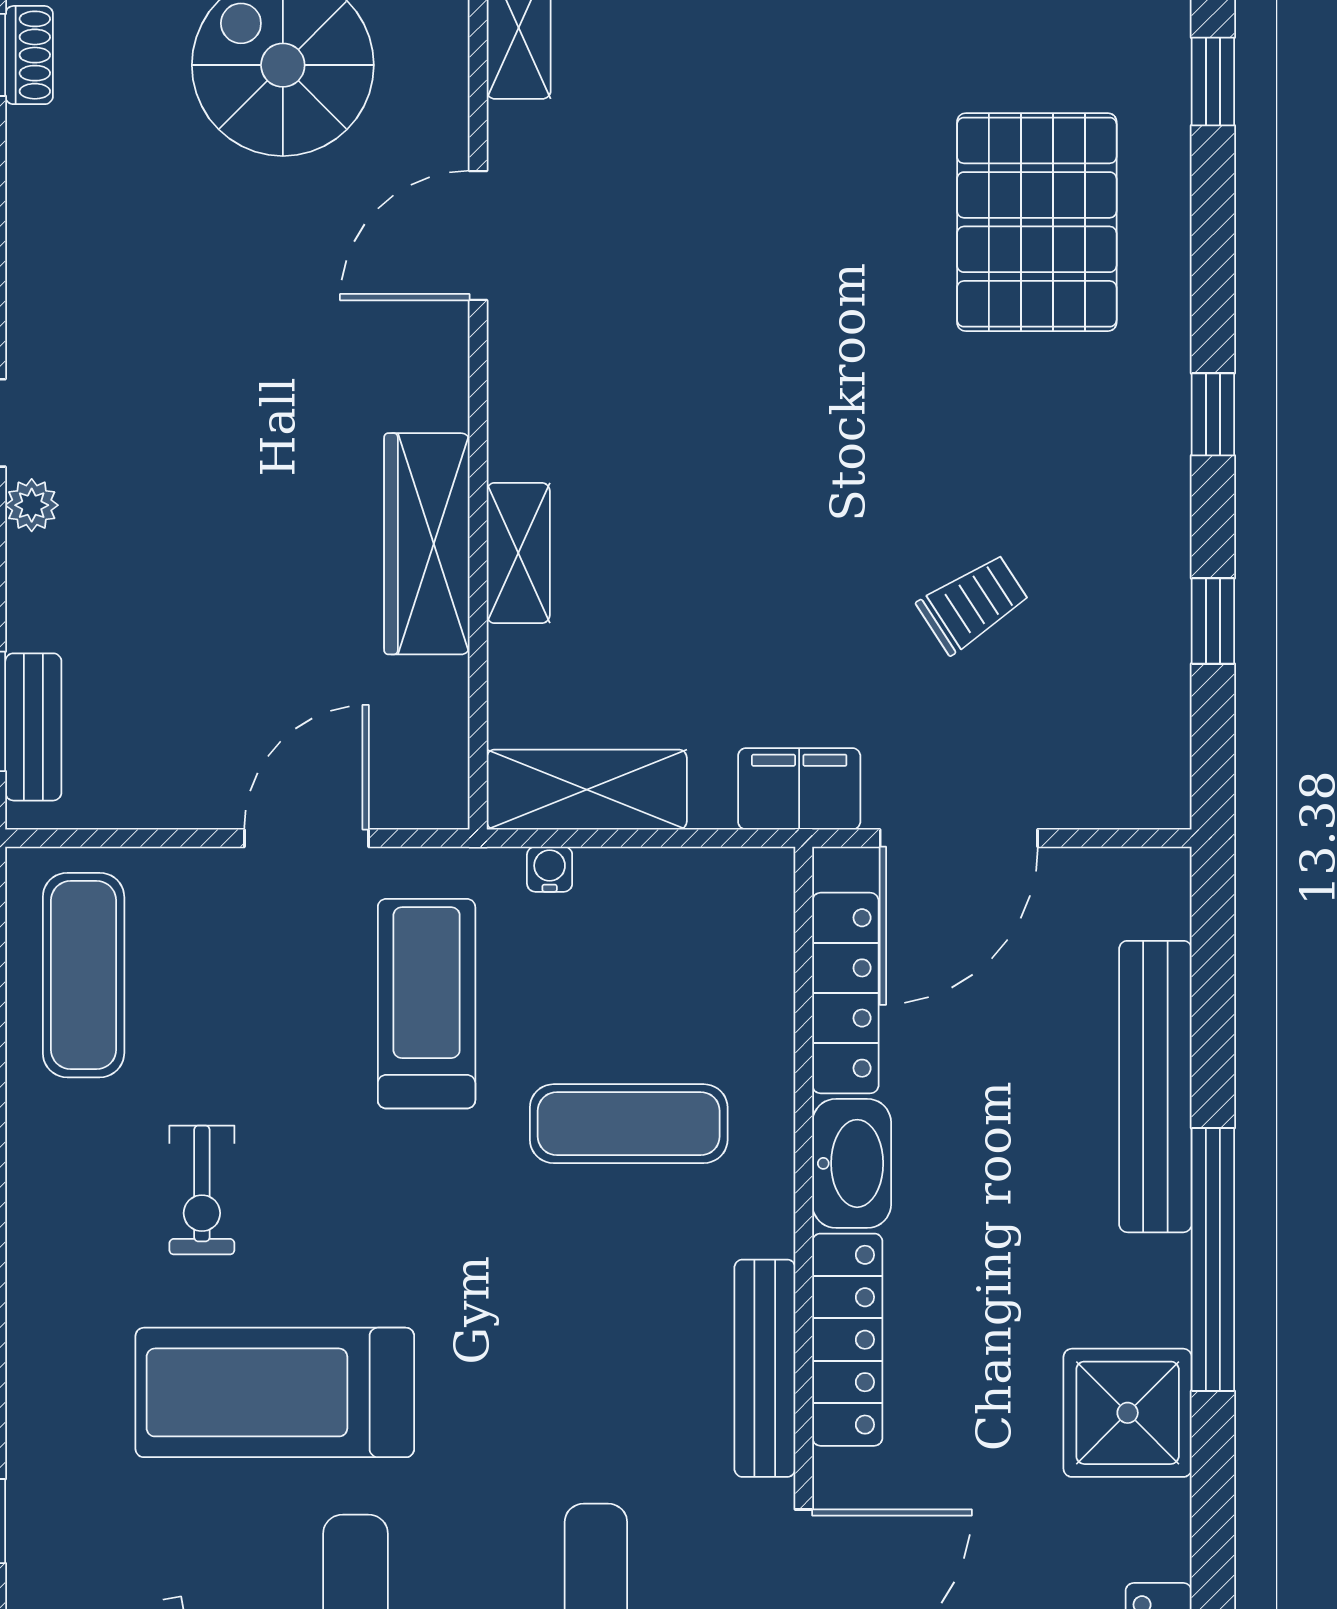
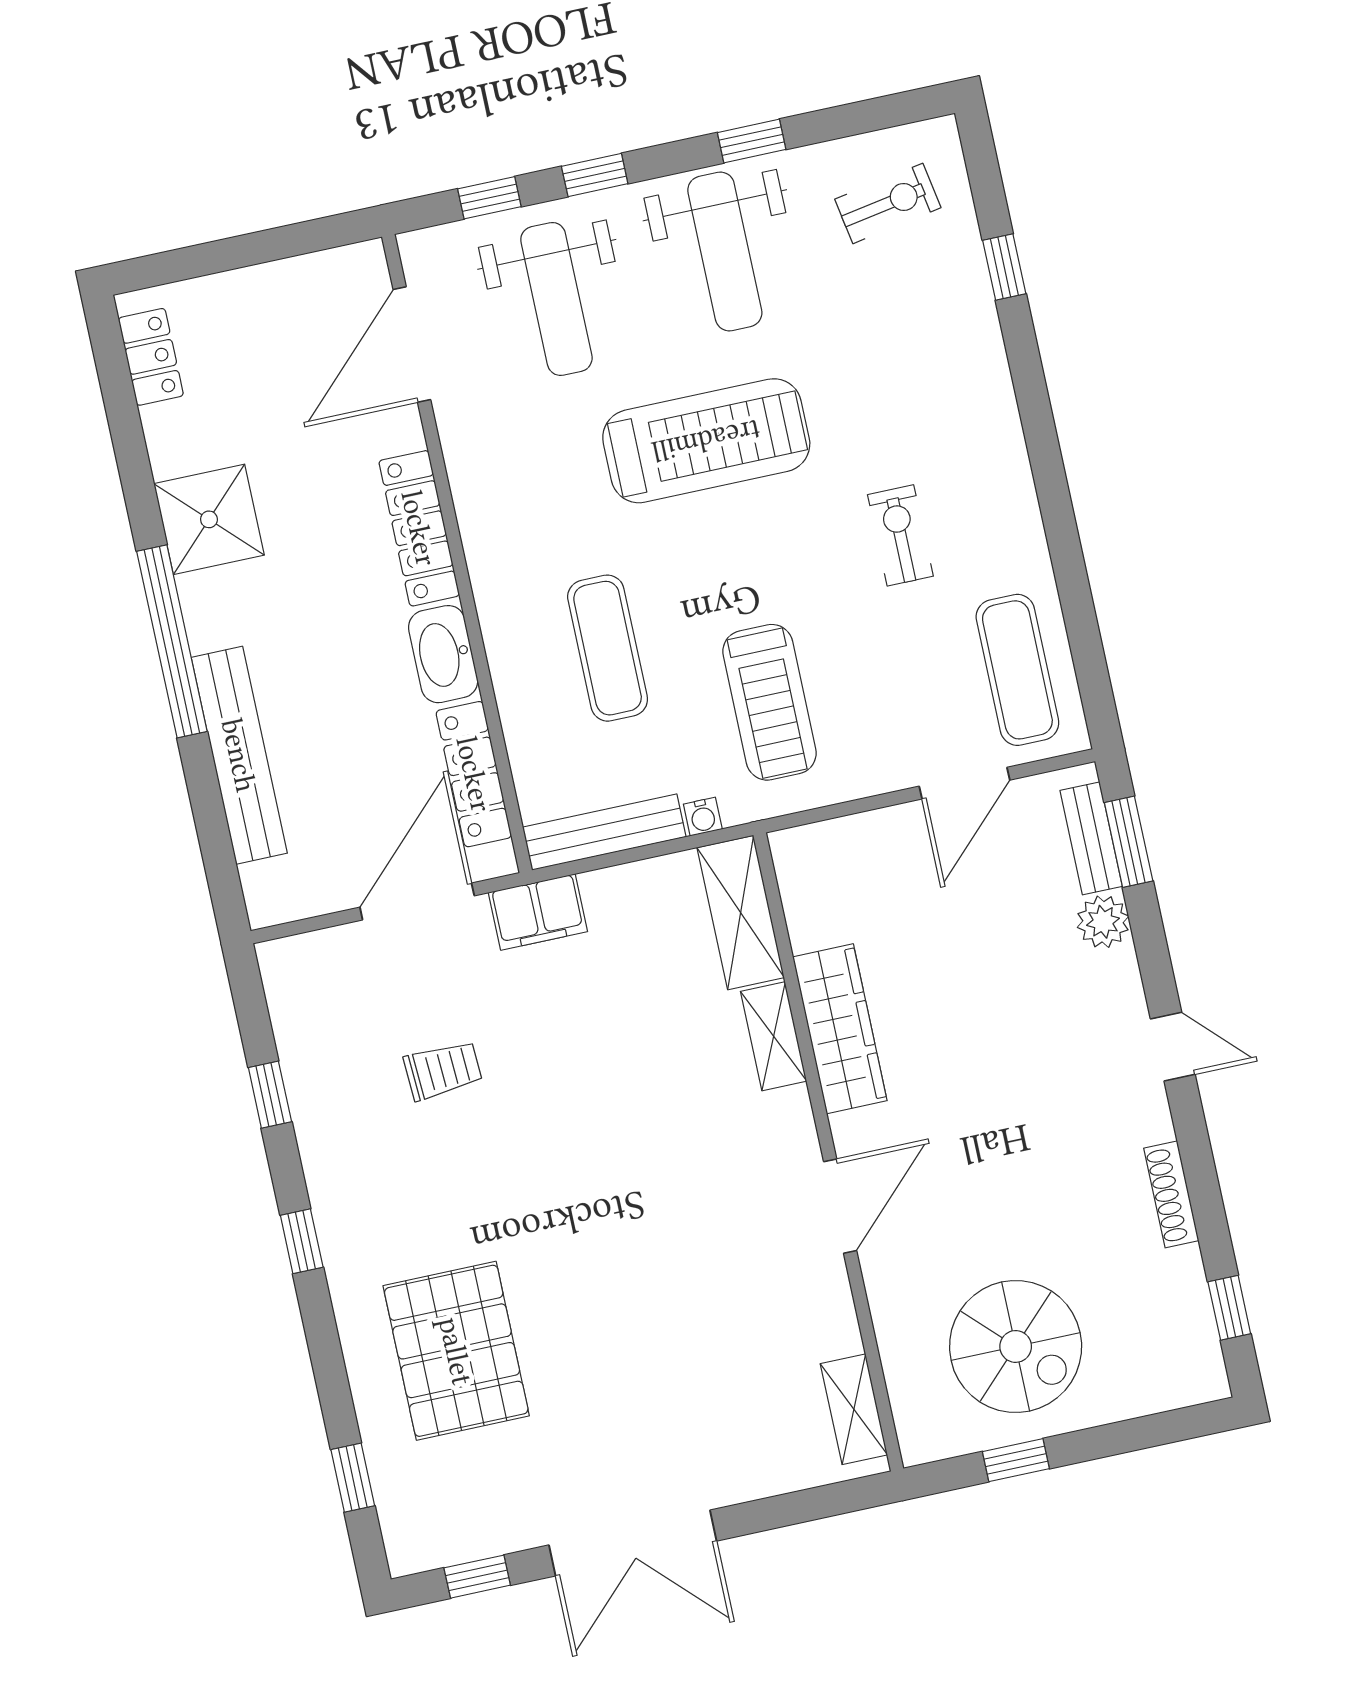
shoe rack: (29, 55) -> (1171, 1194), moved, width x1.43
door: (478, 236) -> (840, 1206), moved
plant: (32, 505) -> (1103, 922), moved, width x1.38, depth x1.38
trolley: (973, 604) -> (443, 1070), turned -150
shelving: (587, 790) -> (741, 913), moved, turned 90
door: (306, 838) -> (964, 783), moved
exercise mat: (629, 1124) -> (608, 648), turned 90
bench: (765, 1368) -> (604, 832), moved, turned 90
treadmill: (275, 1392) -> (706, 441), moved

